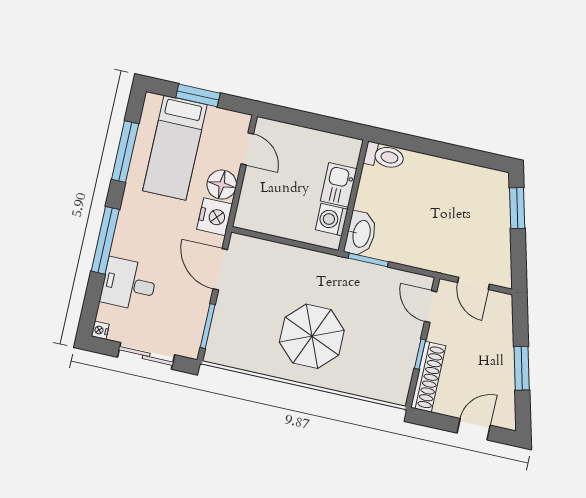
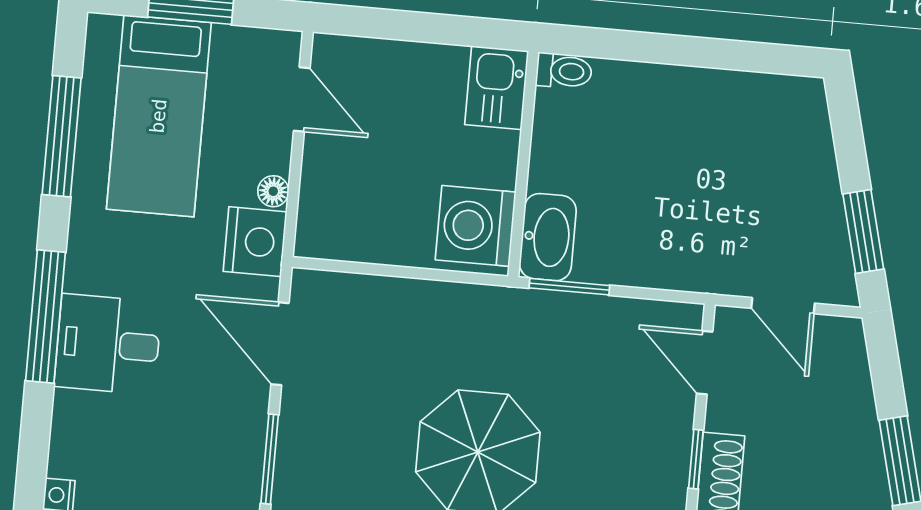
toilet: (384, 156) -> (564, 71), width x0.73, depth x0.72
floor lamp: (222, 185) -> (273, 191), width x0.53, depth x0.53
kitchen sink: (339, 185) -> (497, 88), moved
window: (517, 208) -> (863, 231), moved
washing machine: (332, 220) -> (476, 226), width x1.37, depth x1.37
desk: (129, 284) -> (108, 344), moved

